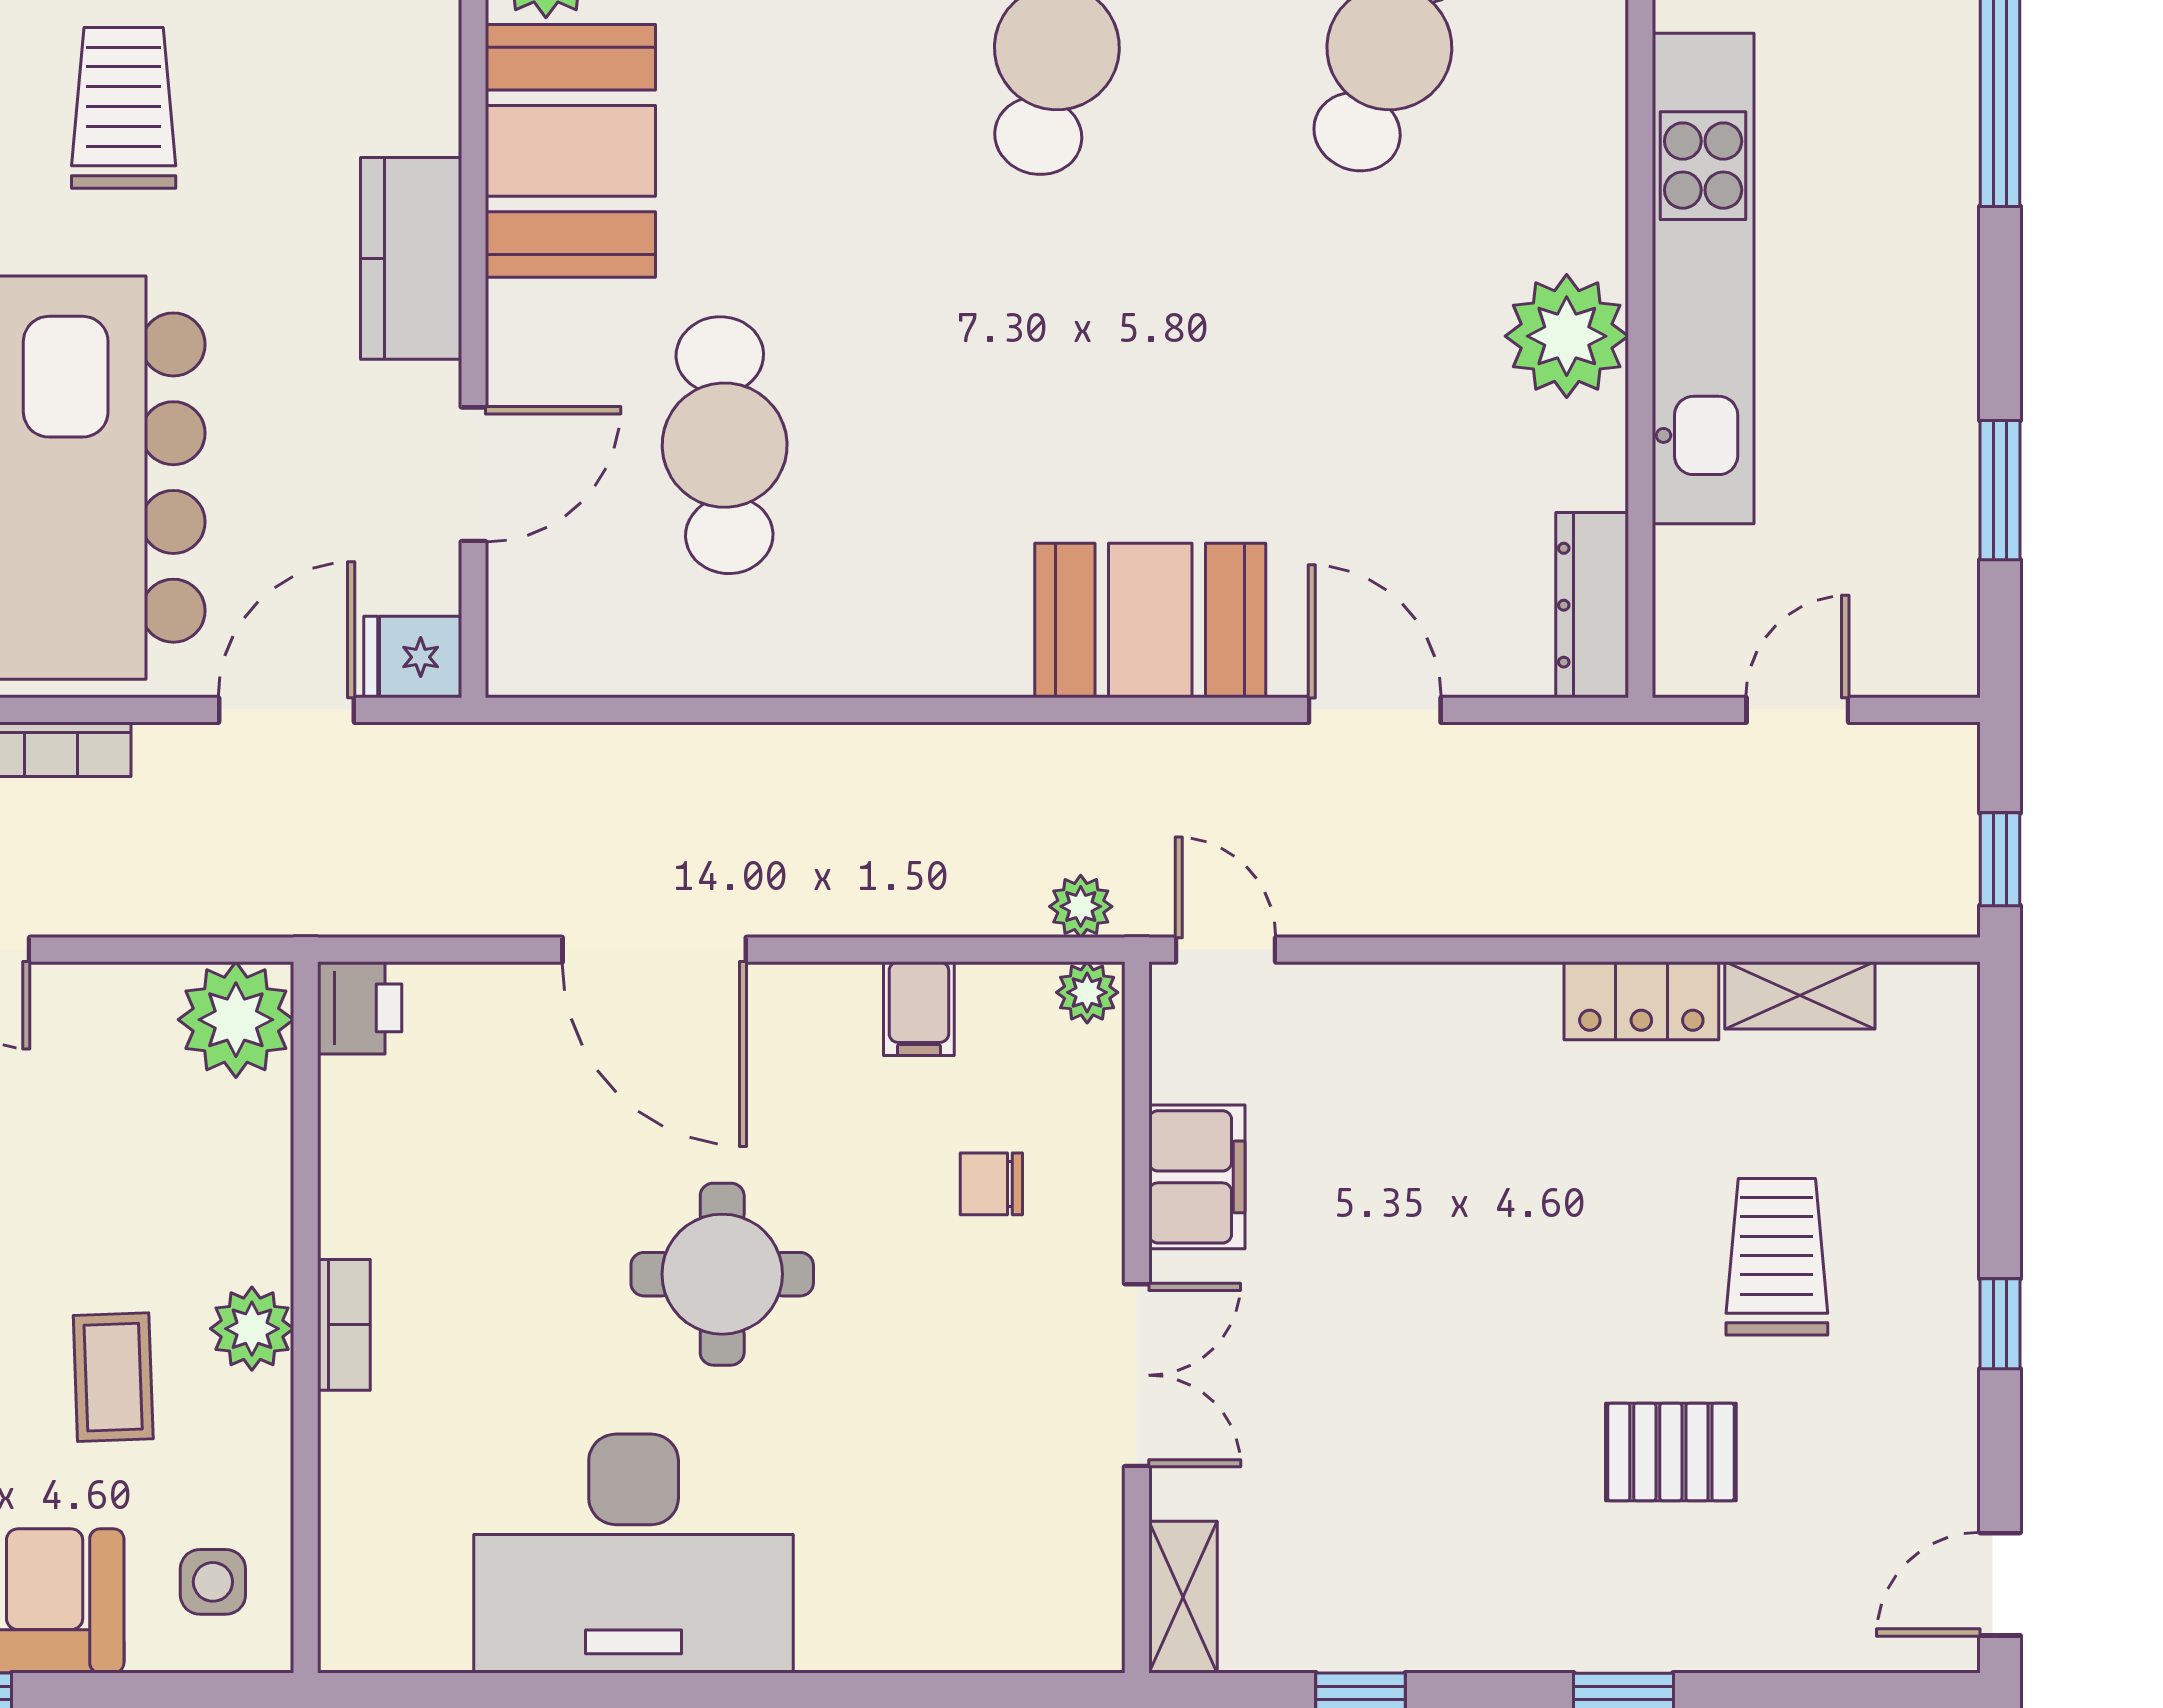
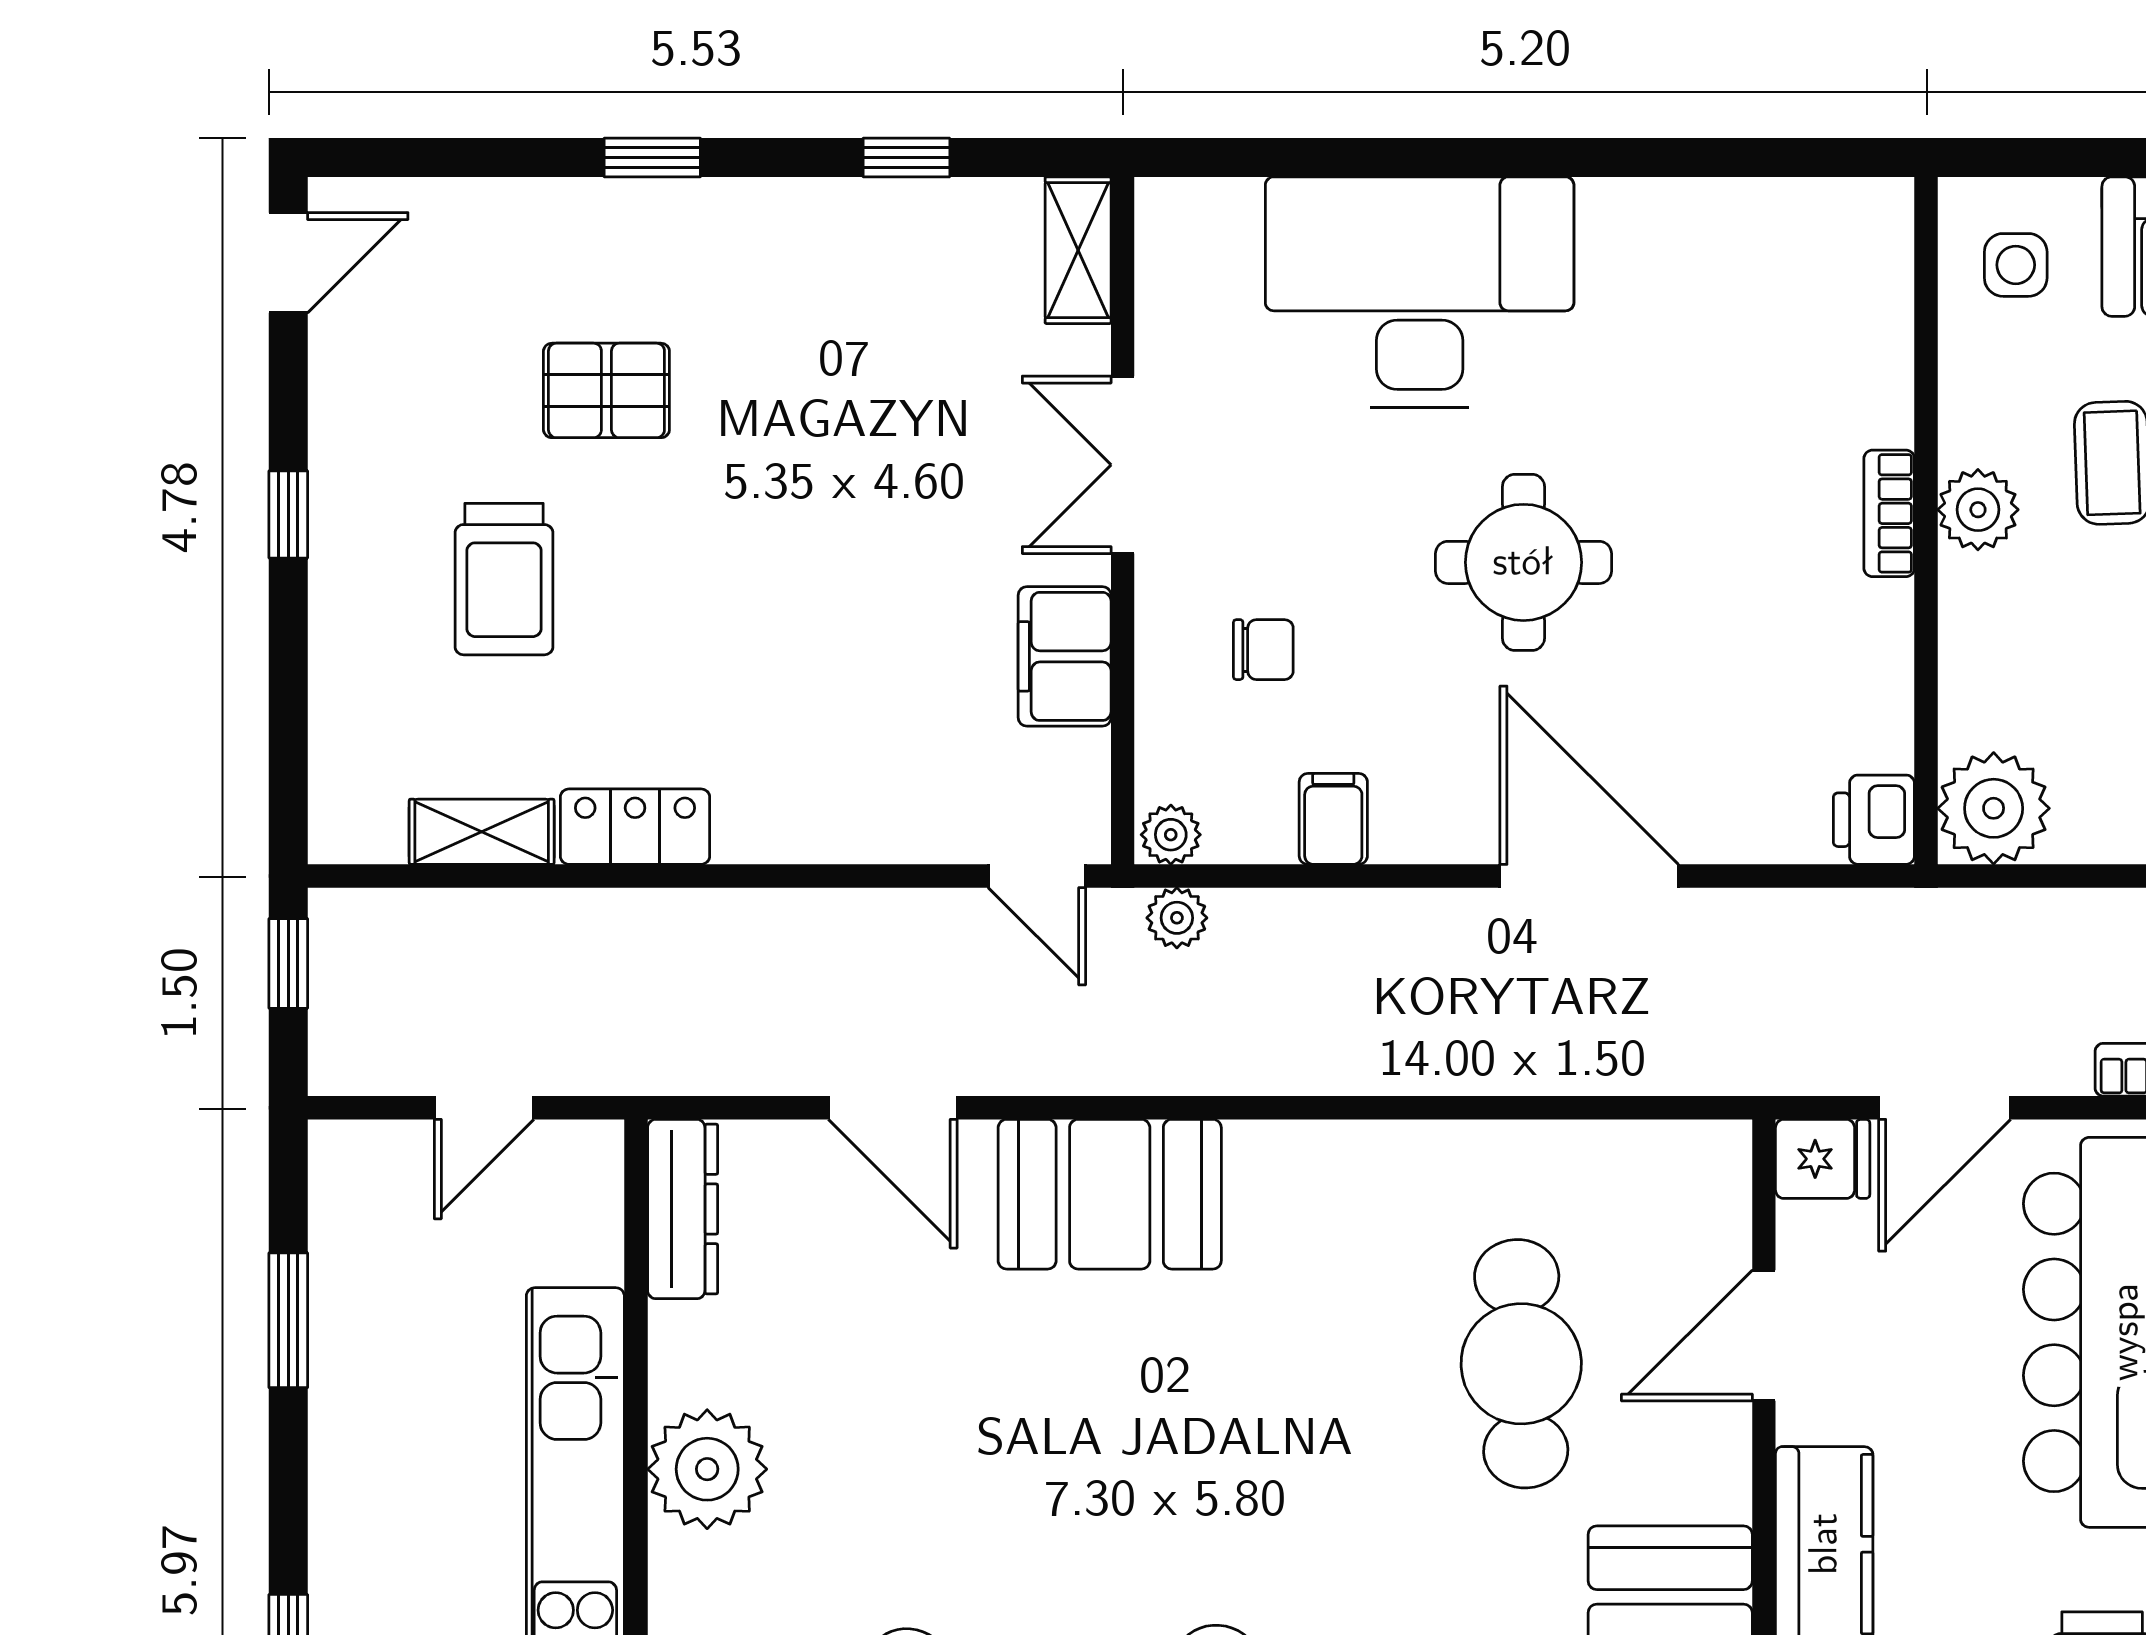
desk: (634, 1553) -> (1420, 292), moved

